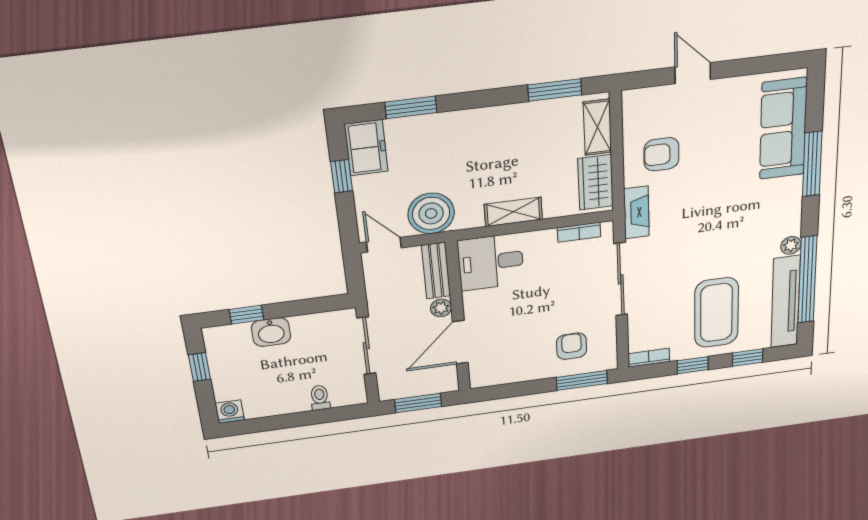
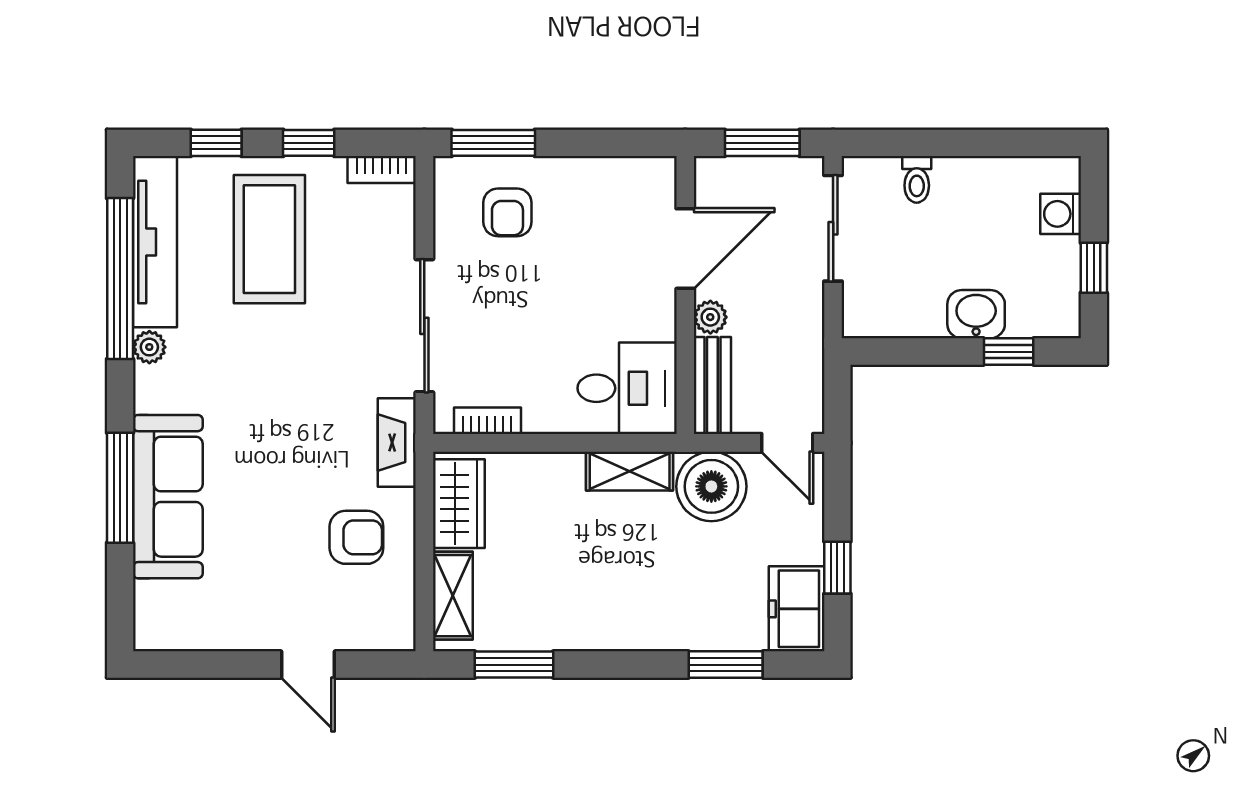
sofa: (783, 129) -> (168, 497), moved
shelving: (513, 212) -> (630, 471), moved
sliding door: (366, 346) -> (833, 228), moved
washing machine: (230, 412) -> (1061, 214), moved, turned 90

